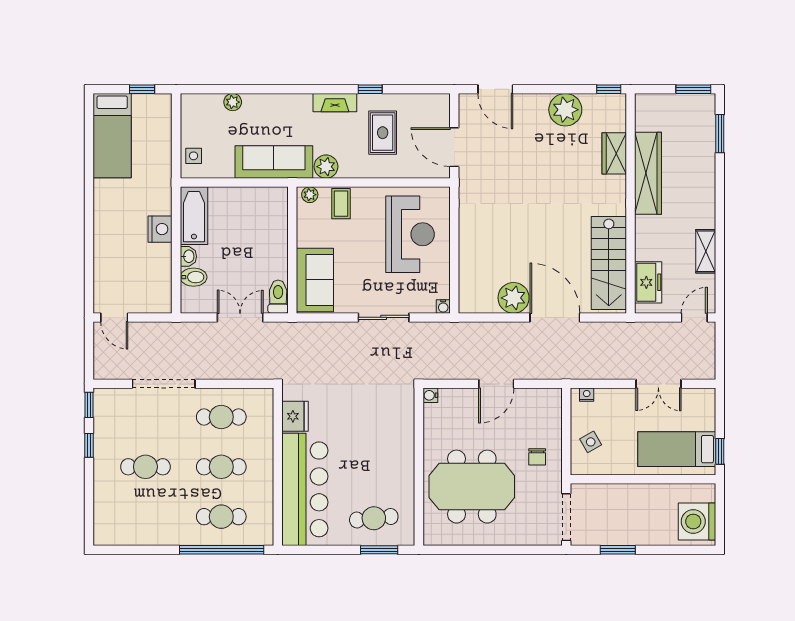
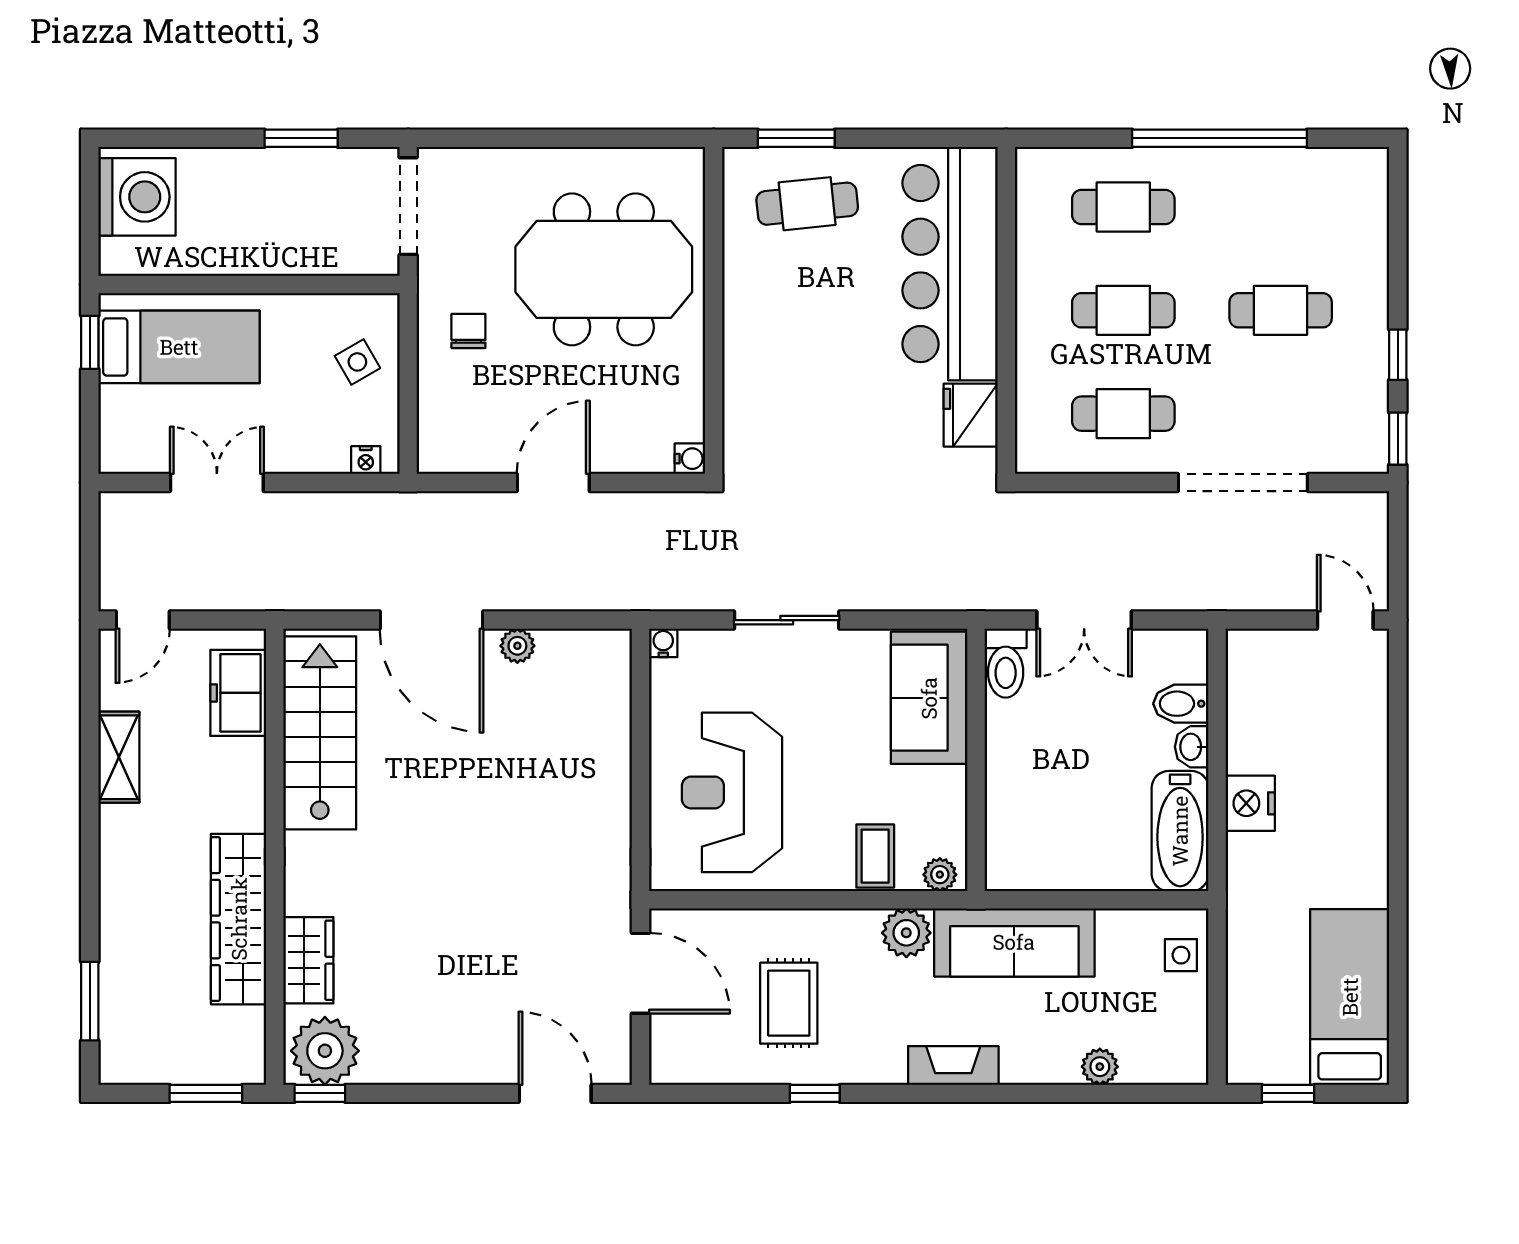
window: (693, 89) -> (206, 1093), moved
fireplace: (335, 103) -> (953, 1065), moved
plant: (565, 110) -> (325, 1051), moved
plant: (514, 298) -> (517, 646), width x0.53, depth x0.53
window: (222, 550) -> (1220, 138), moved

